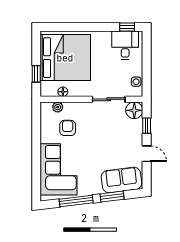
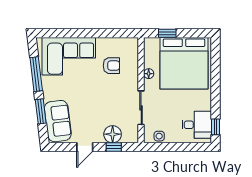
floor lamp: (63, 92) -> (149, 74), moved
plant: (58, 107) -> (133, 55), removed
floor lamp: (134, 110) -> (113, 134), moved

